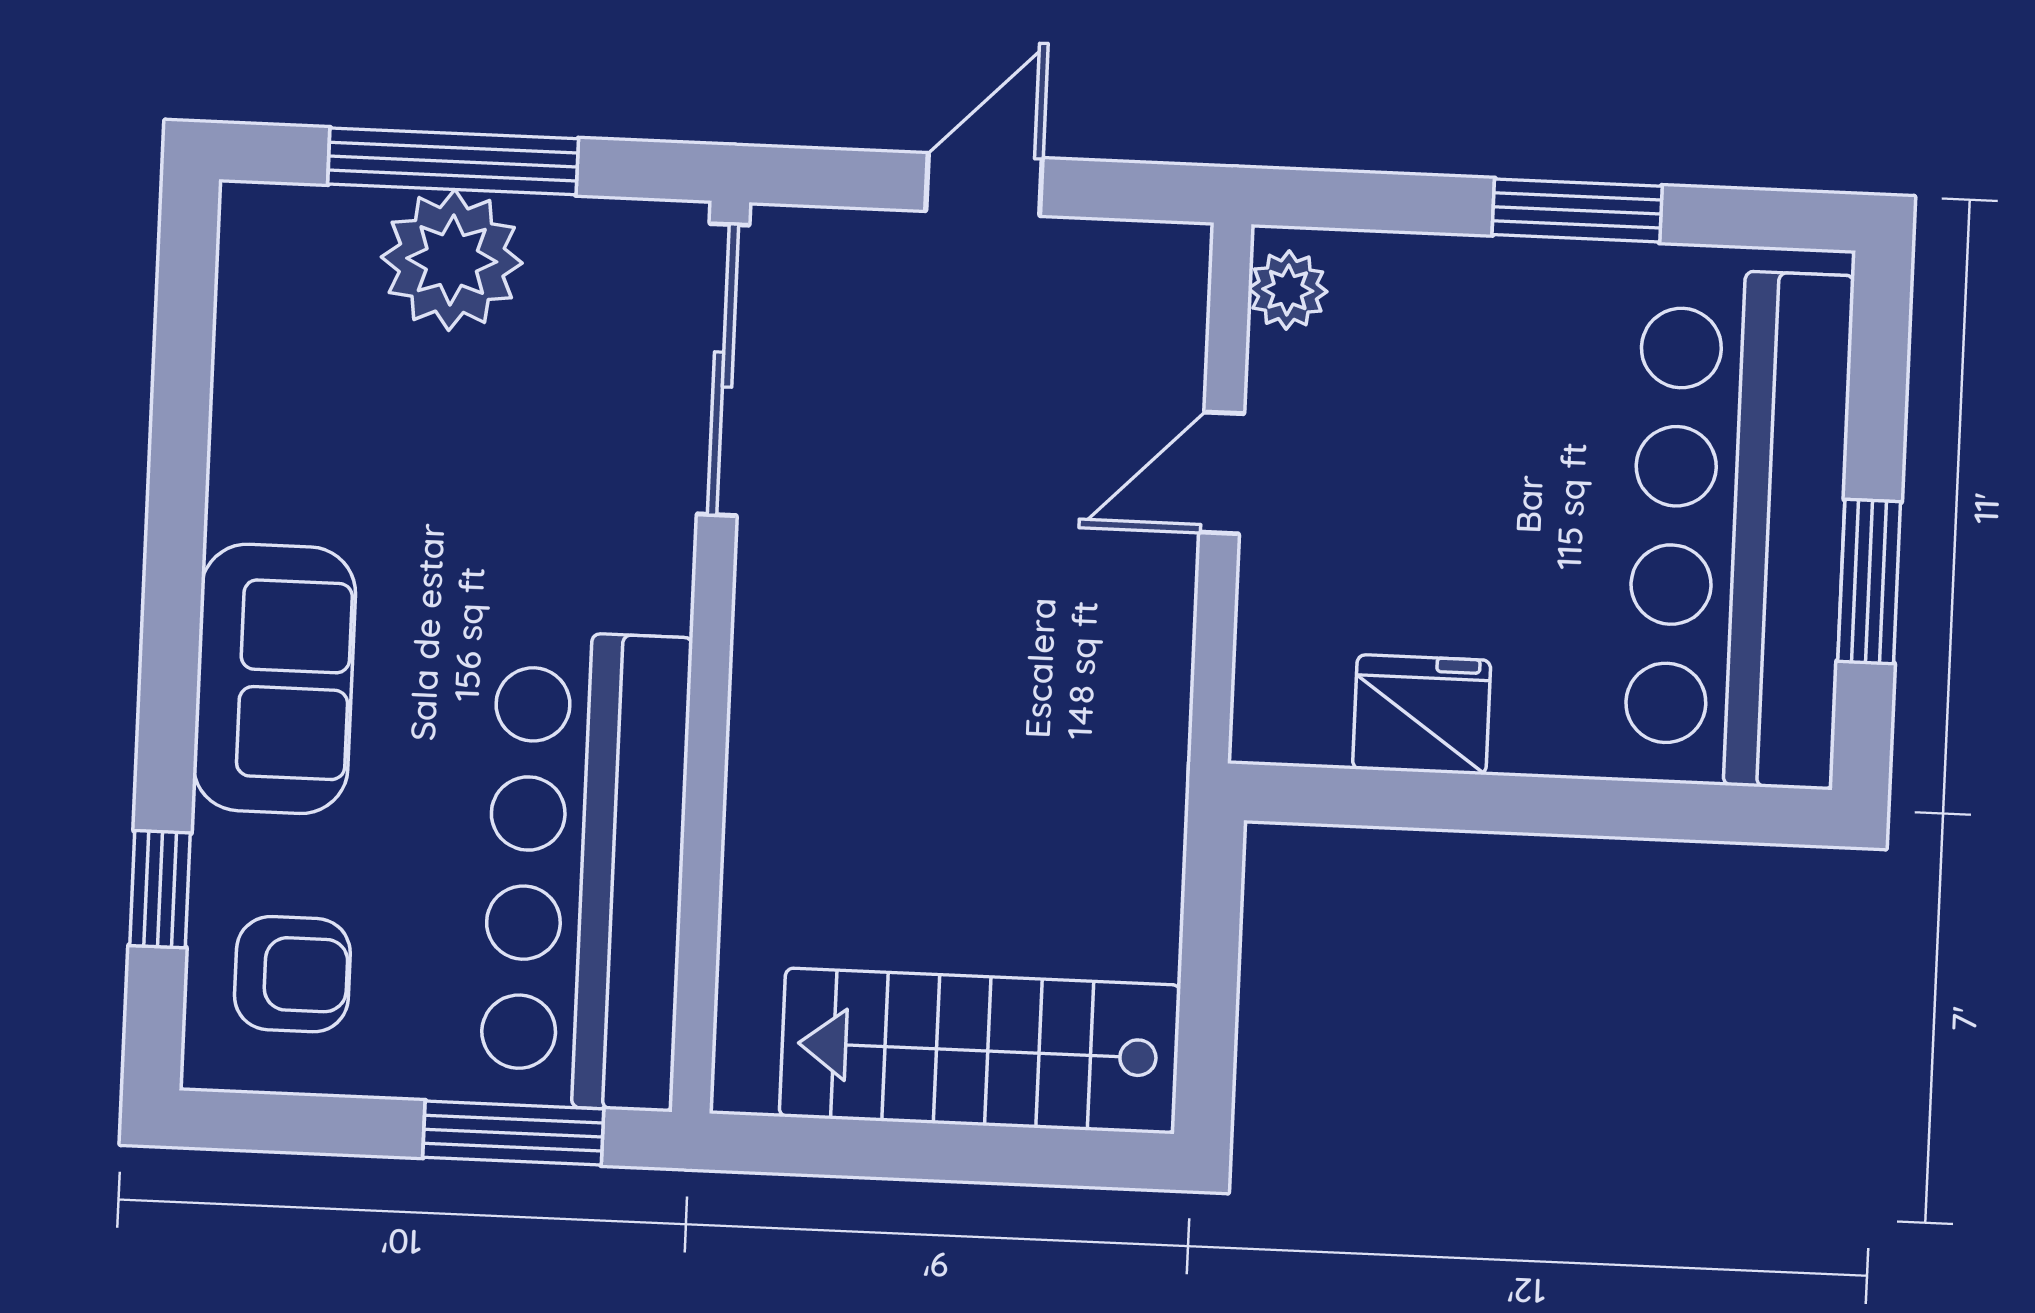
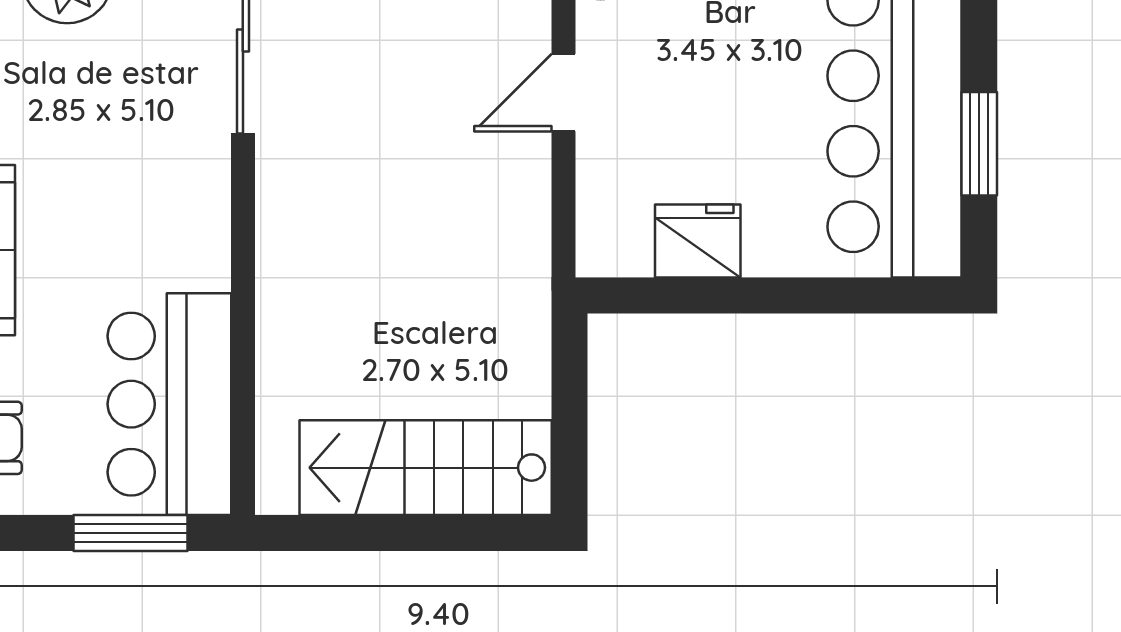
bar counter: (586, 871) -> (169, 404), width x0.73

